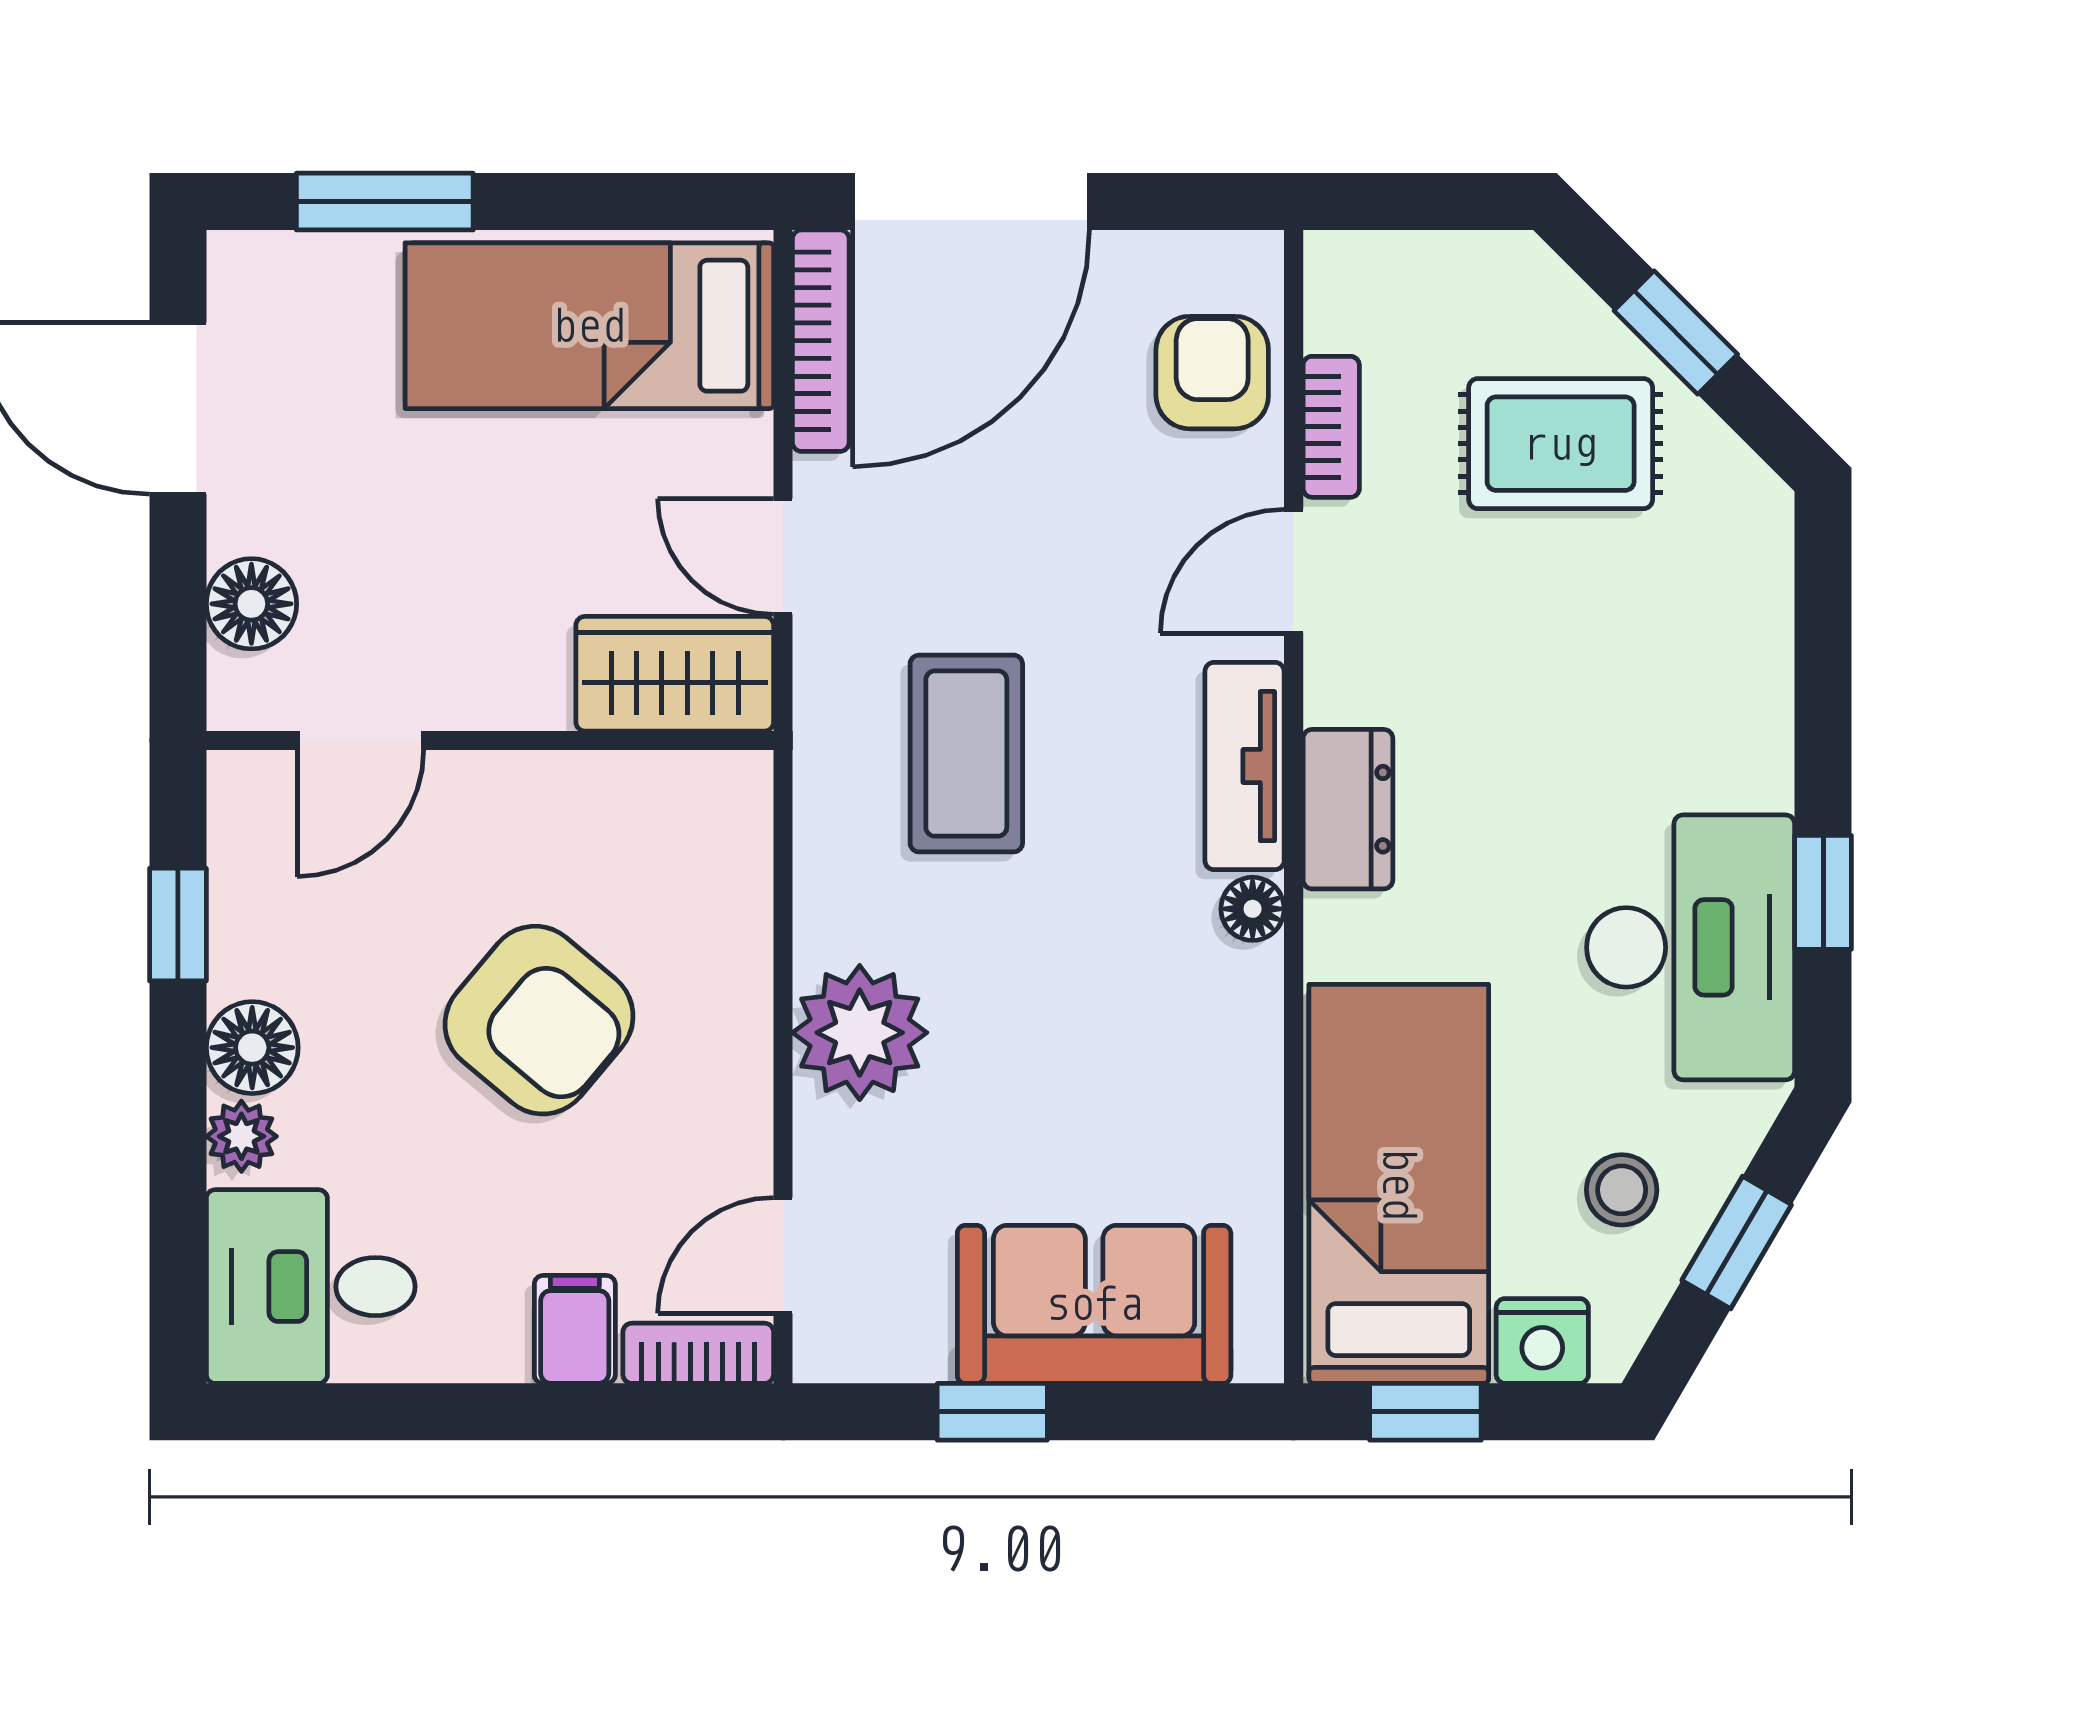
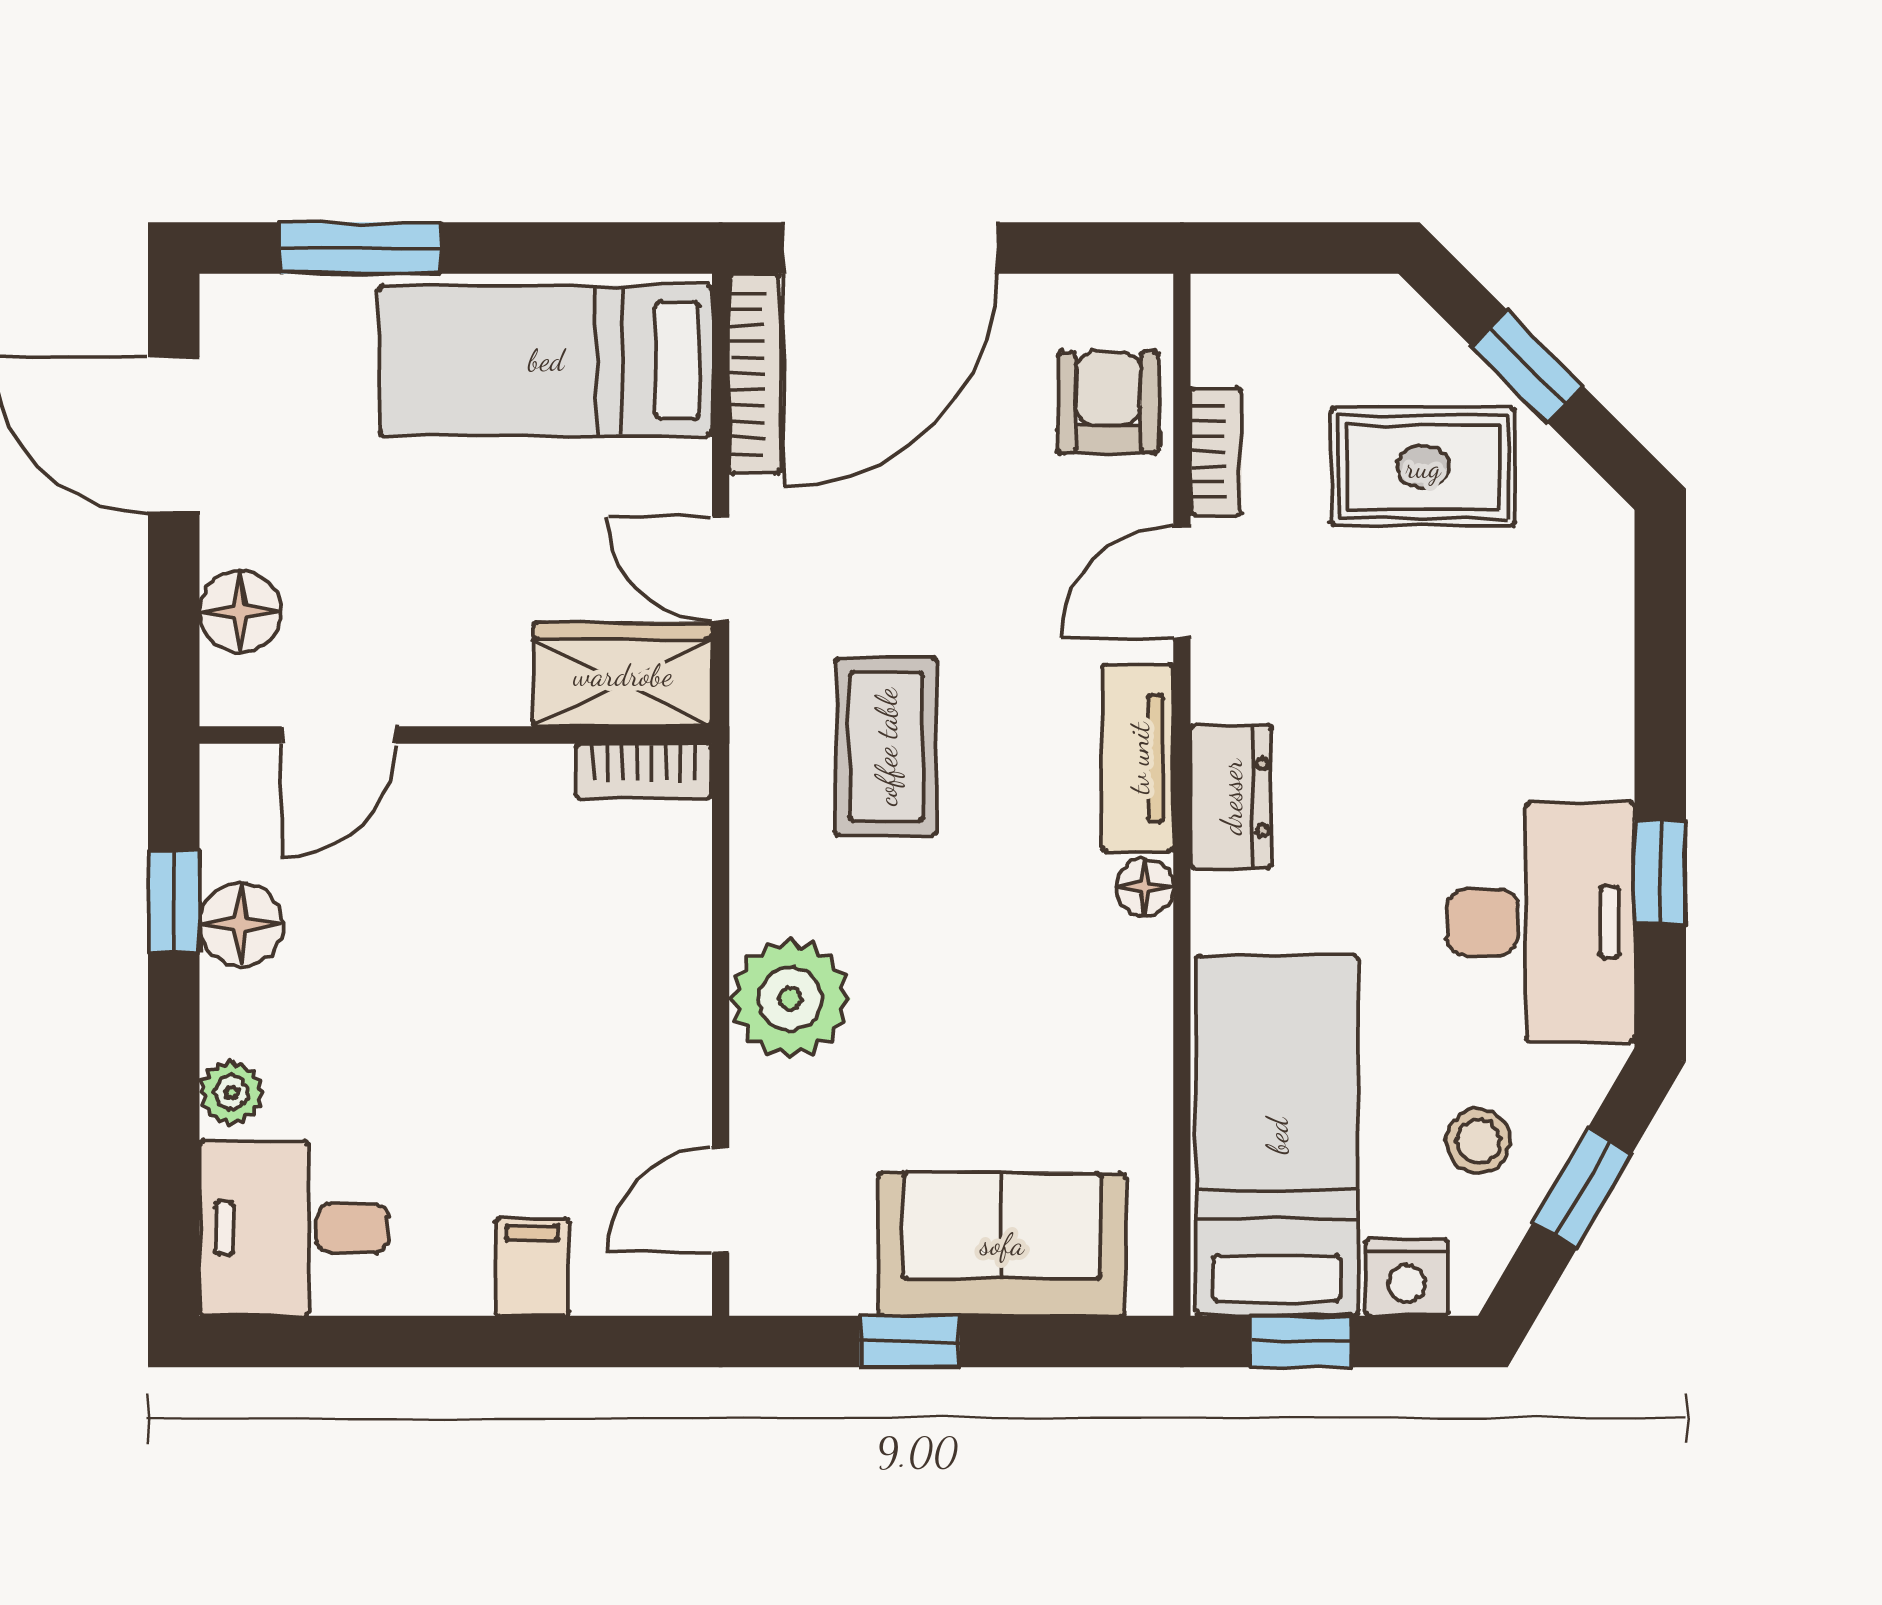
armchair: (539, 1020) -> (500, 988), removed
floor lamp: (252, 1048) -> (241, 925), moved
bookcase: (698, 1353) -> (644, 771), moved, turned 180

